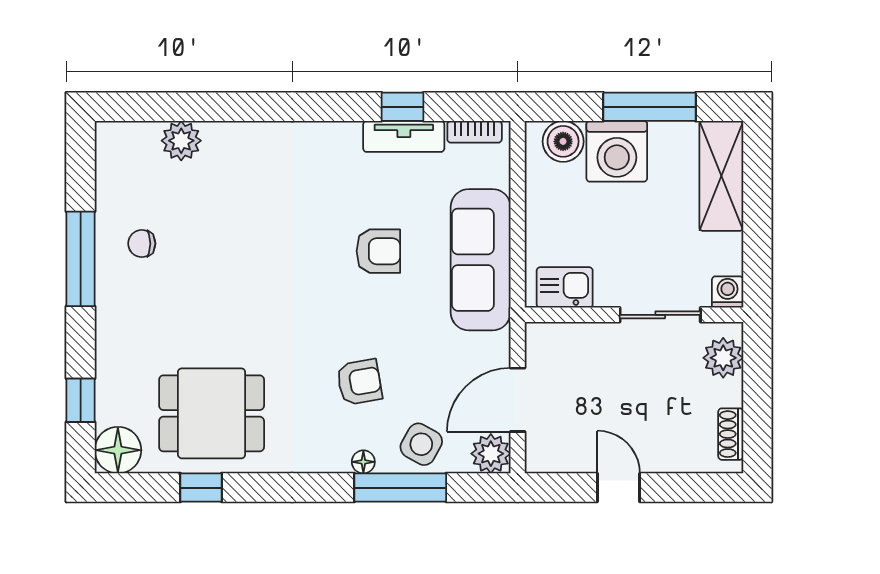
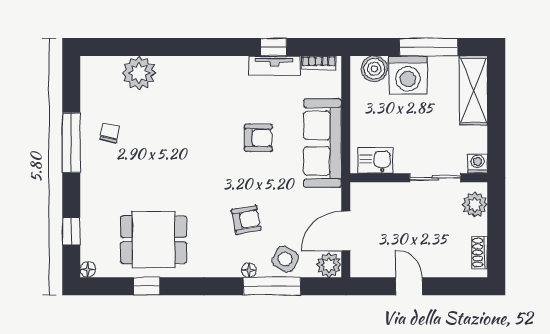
plant: (181, 141) -> (139, 73), width x1.36, depth x1.36
chair: (142, 244) -> (110, 133), turned 102
floor lamp: (118, 450) -> (88, 270), width x0.53, depth x0.53

